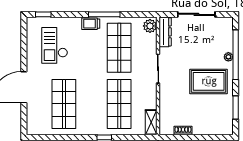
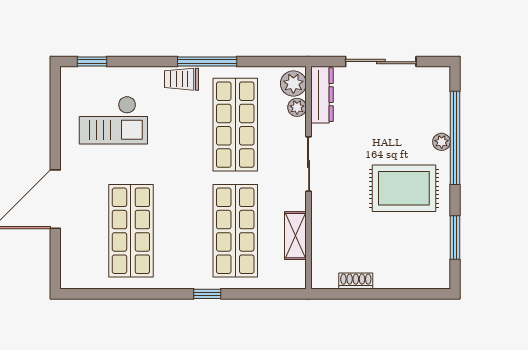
plant: (152, 39) -> (297, 107), added
checkout: (55, 45) -> (113, 120), turned -90
shelving: (151, 122) -> (295, 236), moved

